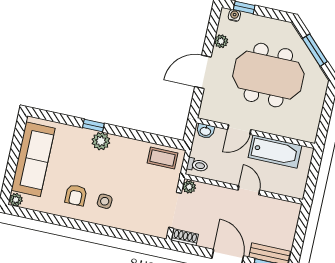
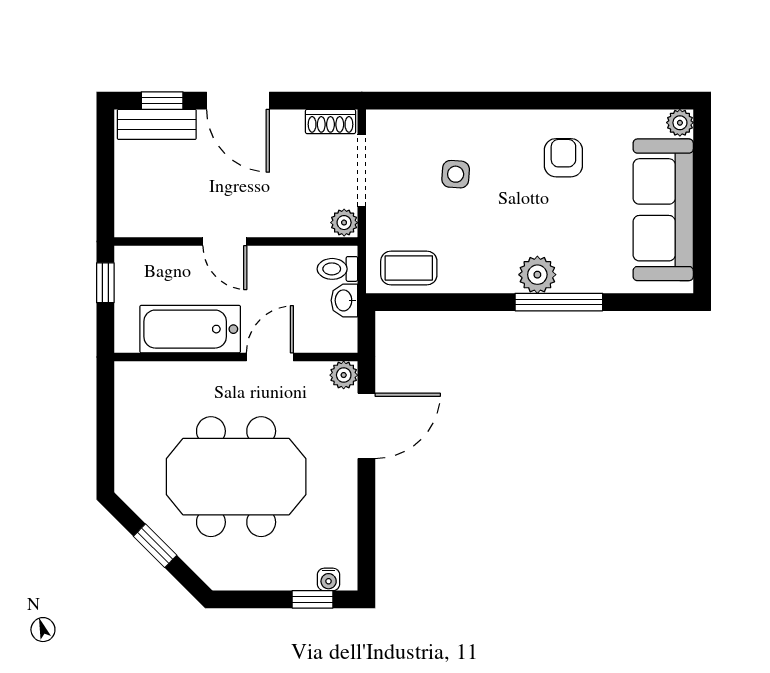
plant: (221, 41) -> (344, 375), moved
window: (315, 50) -> (155, 546), width x0.67
door: (203, 72) -> (366, 426), moved
window: (93, 126) -> (559, 302), width x2.17
washbasin: (205, 131) -> (344, 300), moved, turned -90
window: (311, 183) -> (105, 283), added
side table: (105, 201) -> (456, 174), moved

